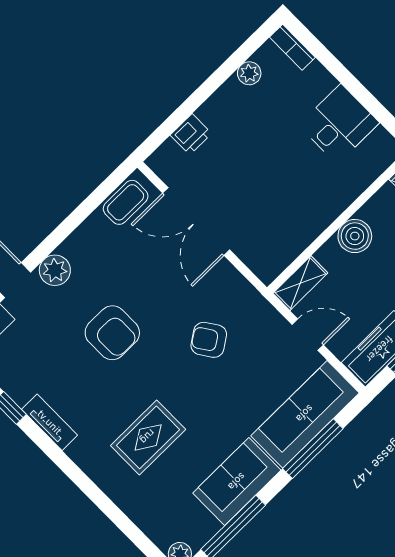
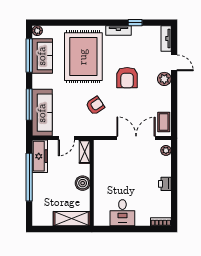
plant: (249, 73) -> (166, 150), moved
printer: (191, 134) -> (165, 184), moved
armchair: (112, 333) -> (127, 78), turned -90
rug: (148, 437) -> (83, 57), width x1.86, depth x2.06
sofa: (237, 482) -> (42, 56), moved

